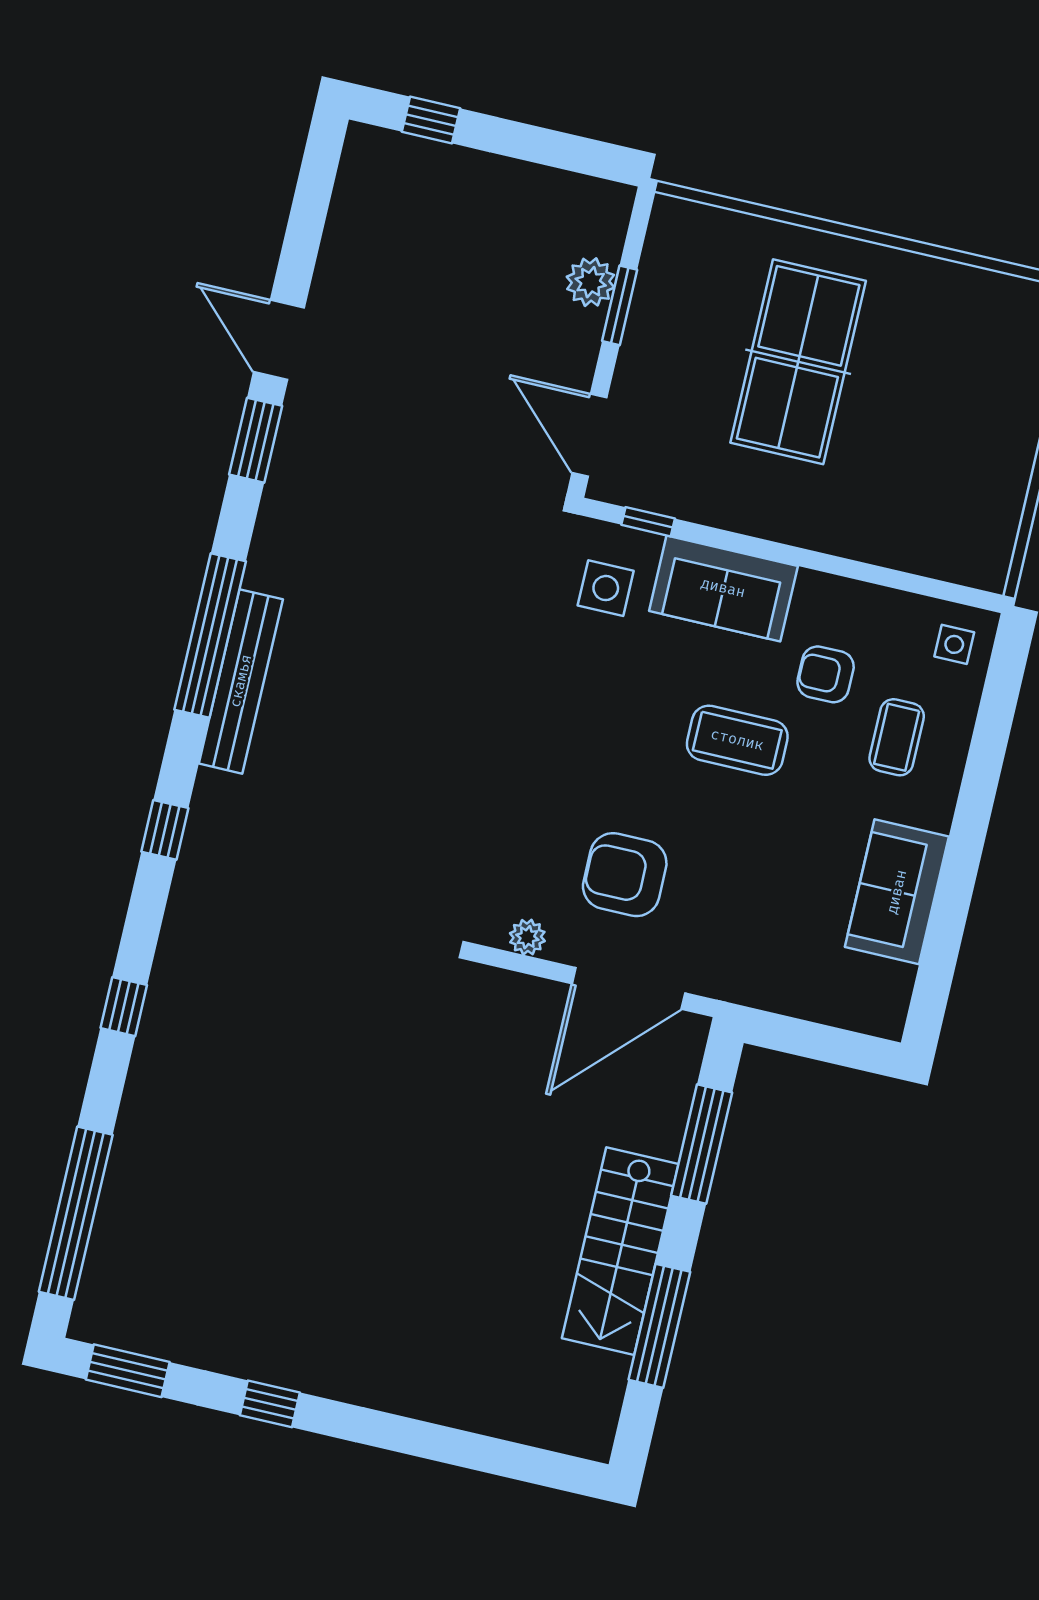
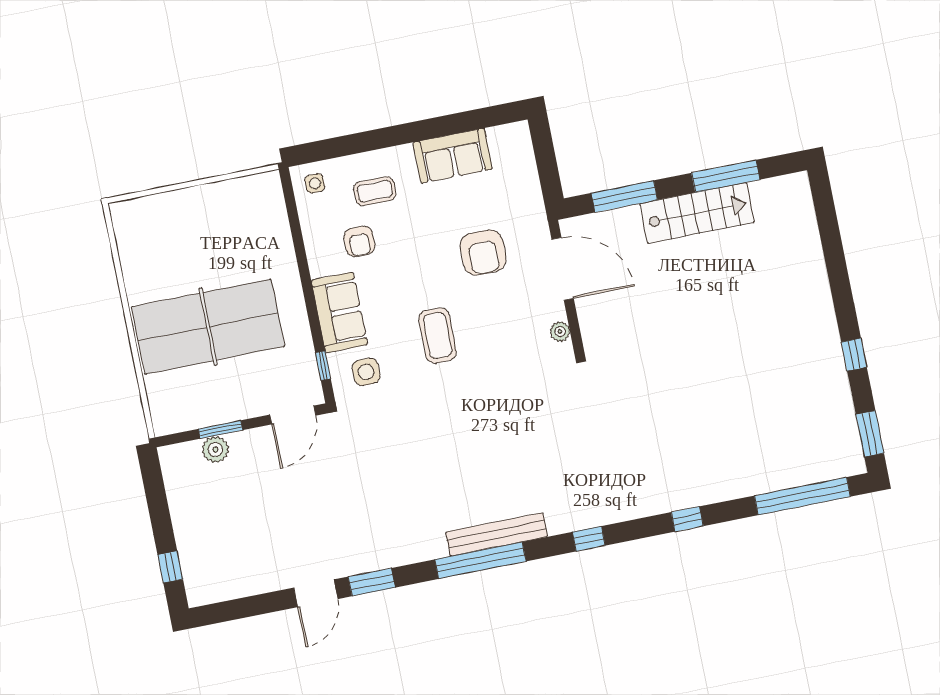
table tennis table: (798, 362) -> (208, 327), width x1.36, depth x1.32
coffee table: (737, 740) -> (438, 335), moved
armchair: (625, 875) -> (483, 252), moved

